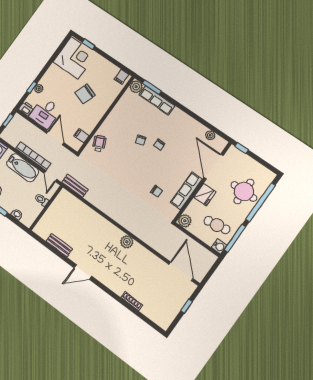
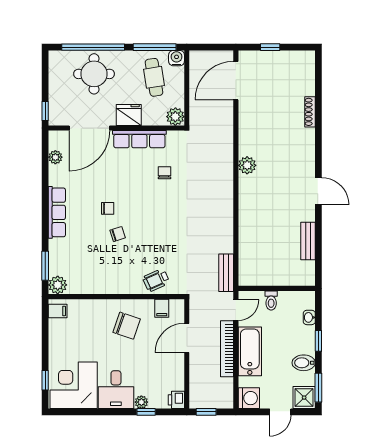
chair: (85, 94) -> (127, 326), moved
row of seats: (157, 100) -> (57, 212), moved
desk: (45, 113) -> (116, 390), moved, turned 90

